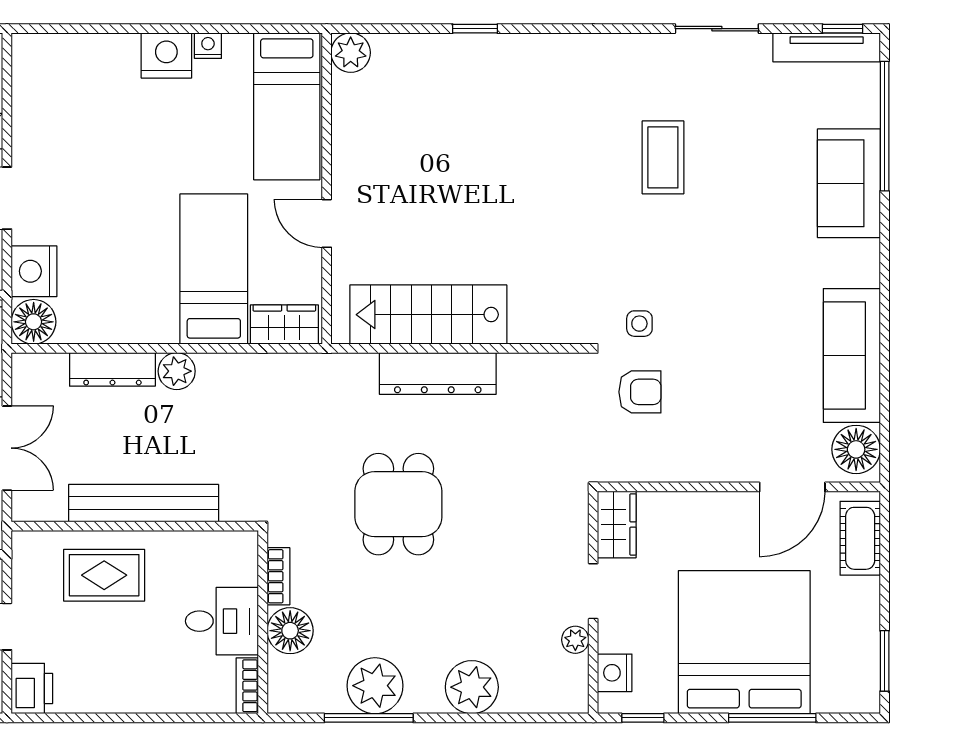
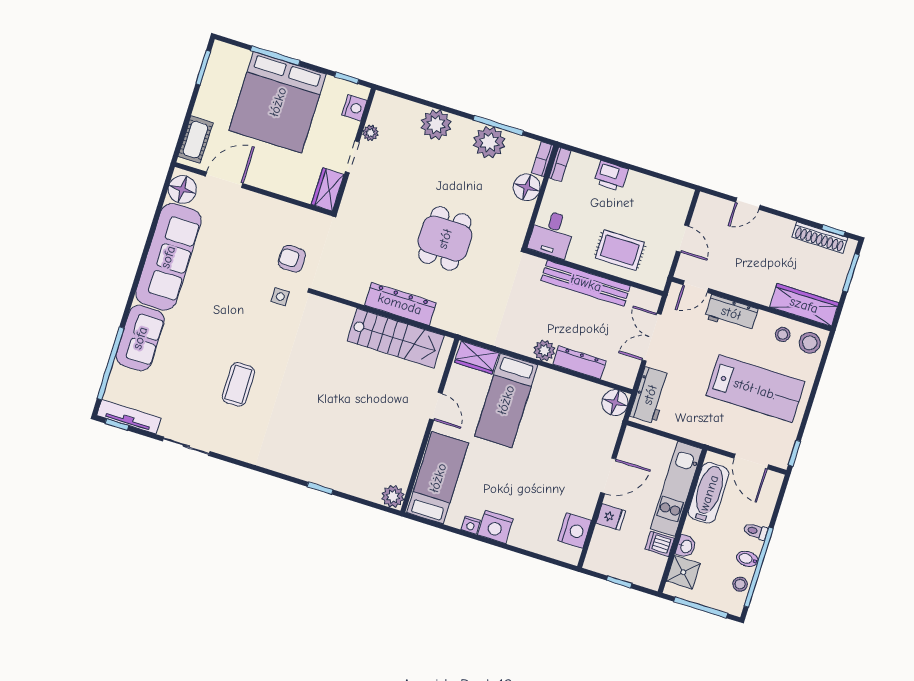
nightstand: (34, 271) -> (575, 531), moved
sofa: (852, 355) -> (168, 257), width x1.36, depth x1.27
bookcase: (278, 576) -> (543, 159), moved
desk: (222, 621) -> (552, 234), moved, turned -90
printer: (32, 689) -> (611, 176), moved, turned -90

